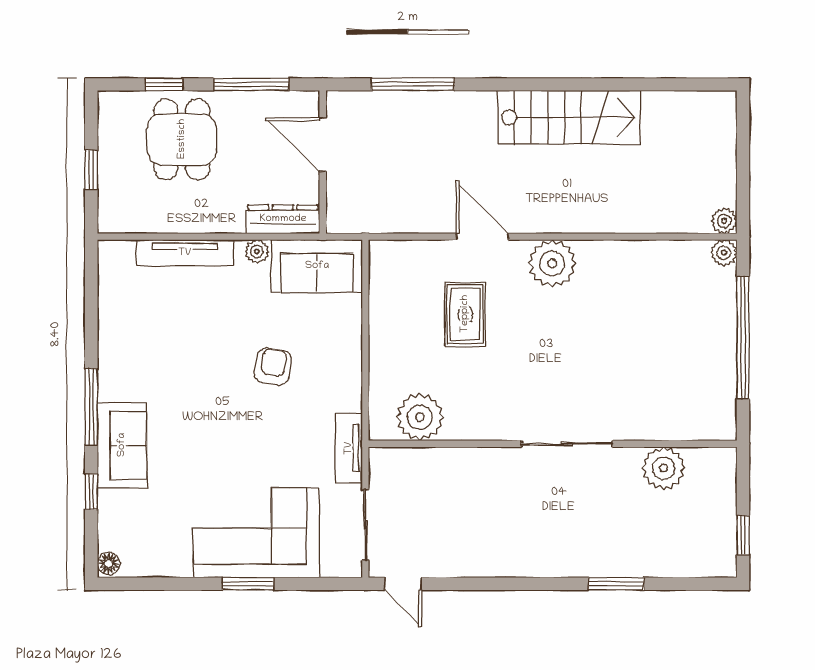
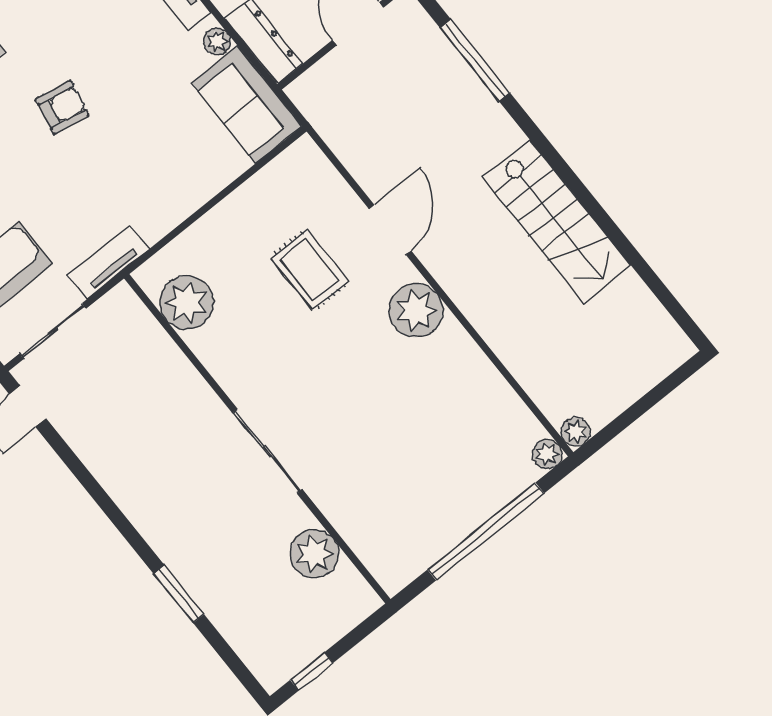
rug: (465, 314) -> (310, 270), turned 90
armchair: (273, 367) -> (62, 107), moved

